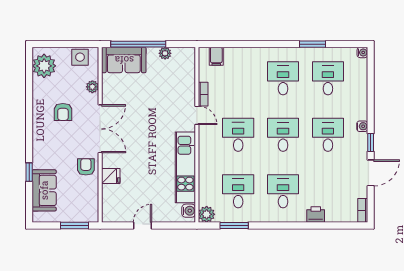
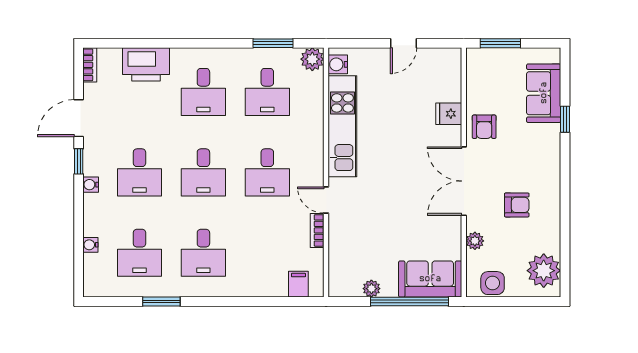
water cooler: (362, 52) -> (90, 245), moved
armchair: (63, 112) -> (517, 205), turned 90
printer: (316, 215) -> (146, 64), width x1.87, depth x1.48

